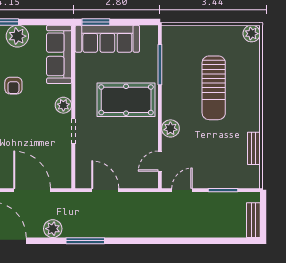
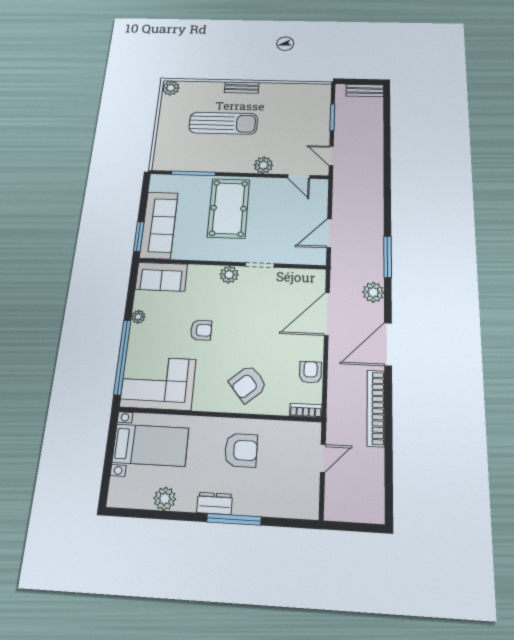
plant: (17, 36) -> (138, 317), width x0.53, depth x0.53
sofa: (59, 54) -> (161, 277), width x0.73
bench: (254, 148) -> (242, 87), moved

